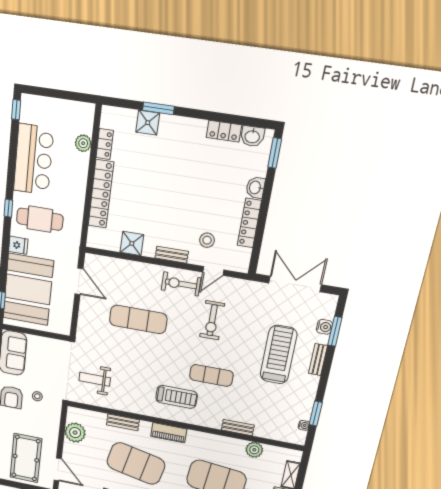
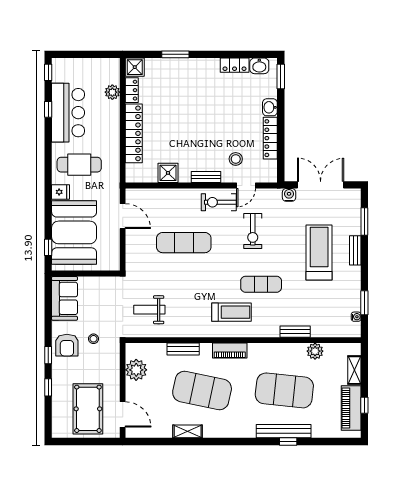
shower: (148, 123) -> (135, 67), moved
window: (8, 208) -> (48, 109), moved
water cooler: (324, 327) -> (289, 195), moved, turned -90

